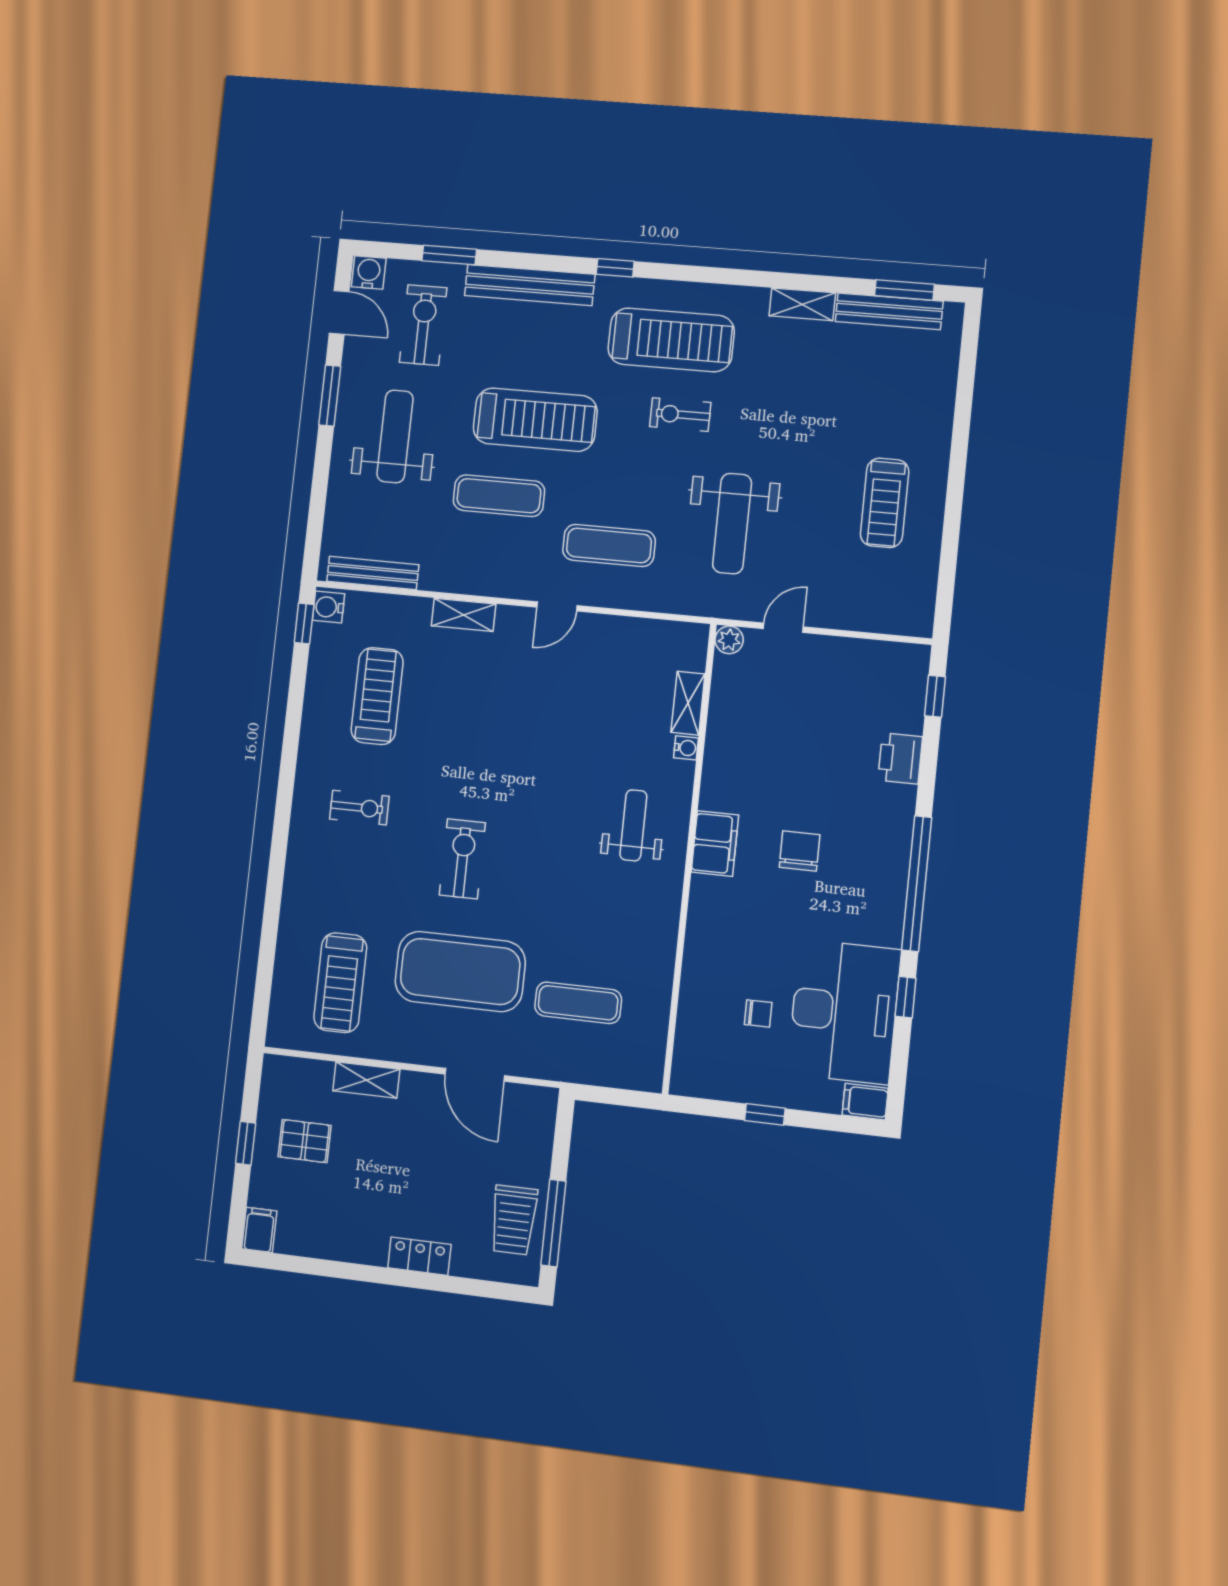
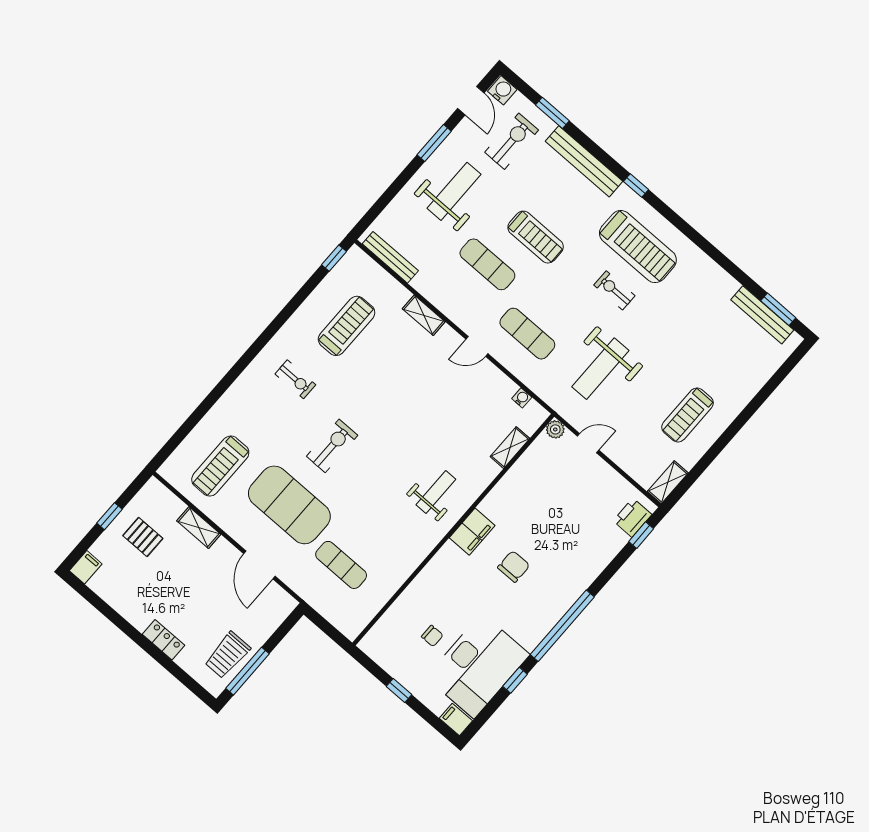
shelving: (802, 304) -> (668, 482), moved, turned 90
treadmill: (535, 420) -> (536, 237), width x0.73, depth x0.73
water cooler: (329, 607) -> (353, 259), removed
water cooler: (686, 748) -> (522, 398), moved, turned -90
printer: (900, 758) -> (632, 518), moved

